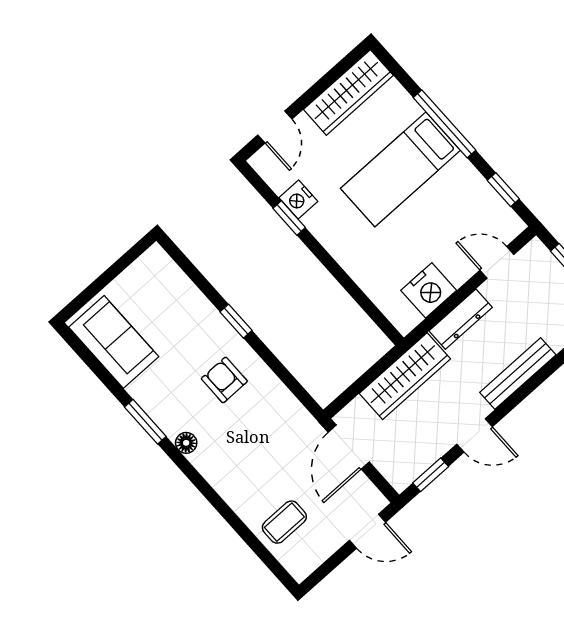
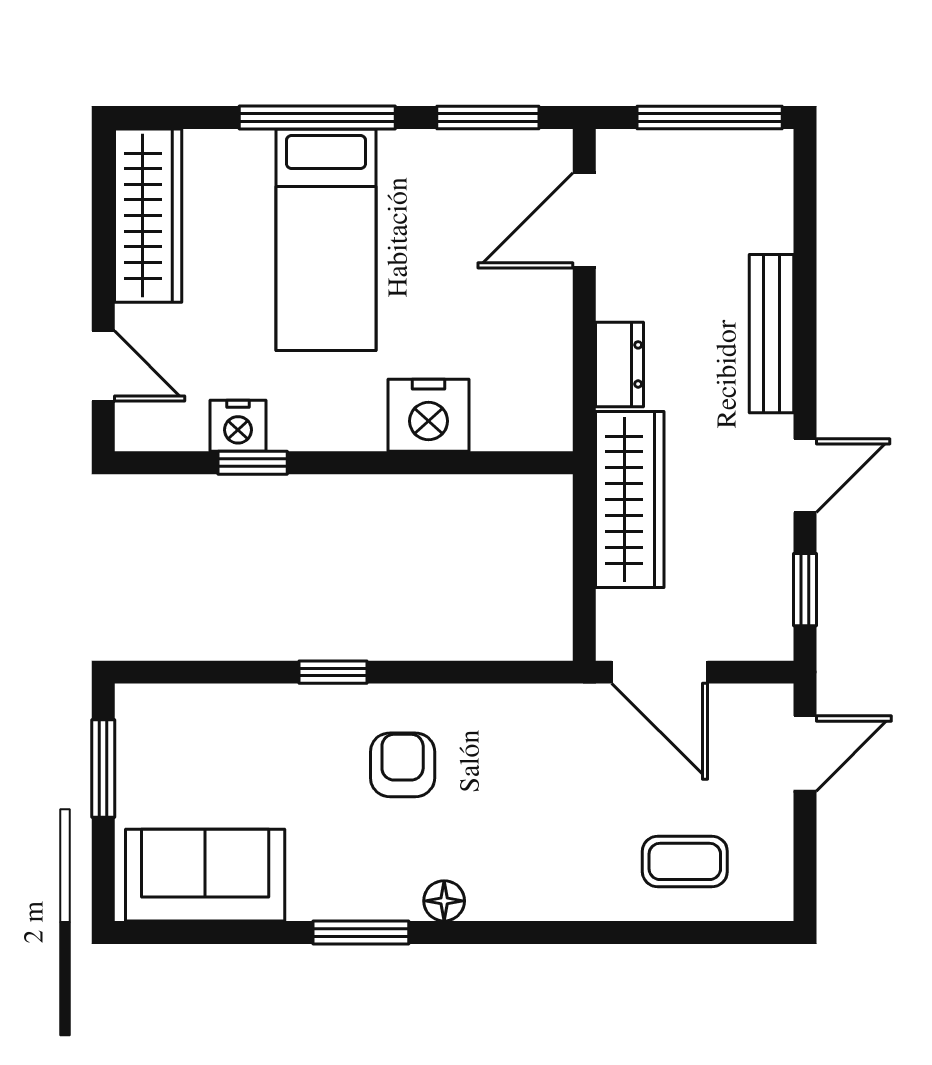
window: (503, 190) -> (488, 117), width x1.50
door: (497, 262) -> (584, 220), width x1.38
window: (120, 266) -> (103, 768), added
nightstand: (429, 290) -> (429, 415), moved, turned 90
dresser: (461, 319) -> (619, 364), width x0.70
armchair: (224, 380) -> (403, 765), turned 90
coffee table: (284, 522) -> (685, 861), turned 90

